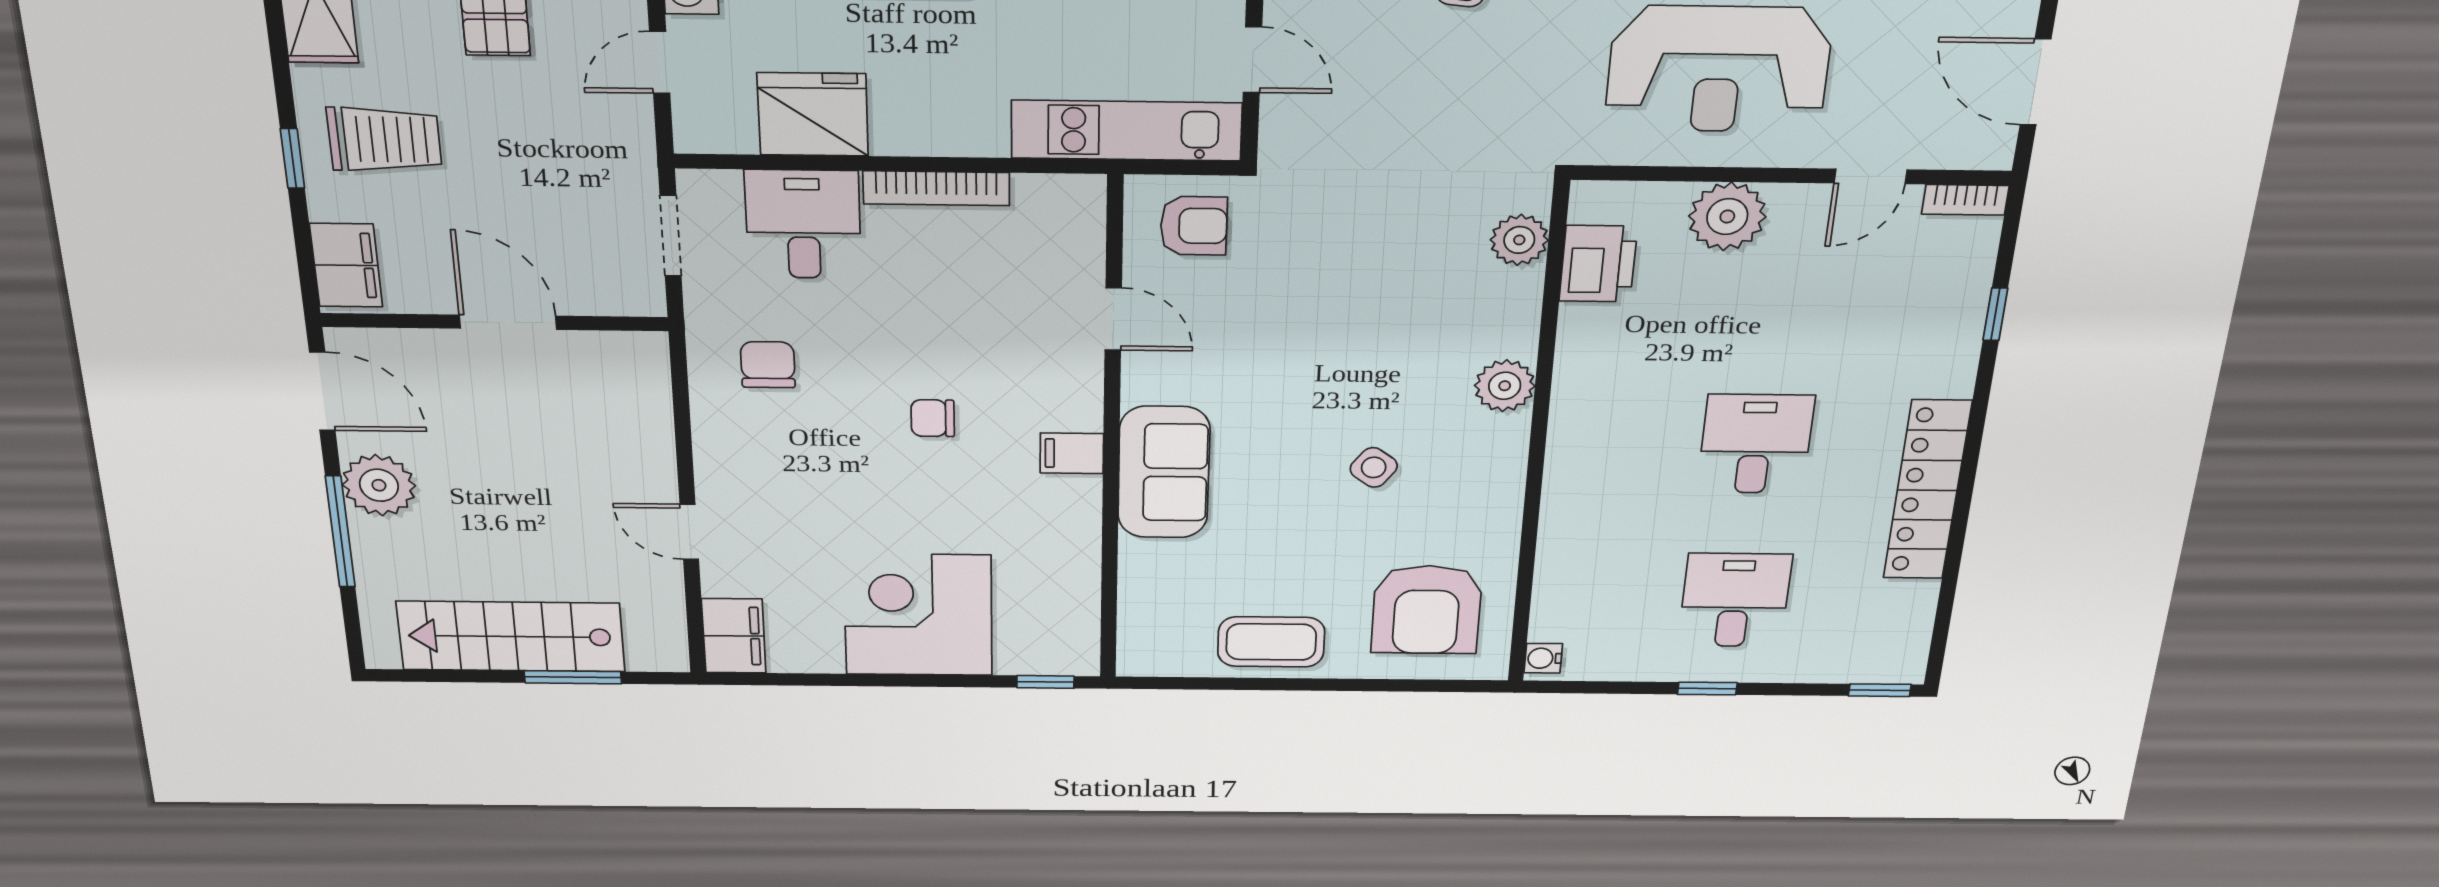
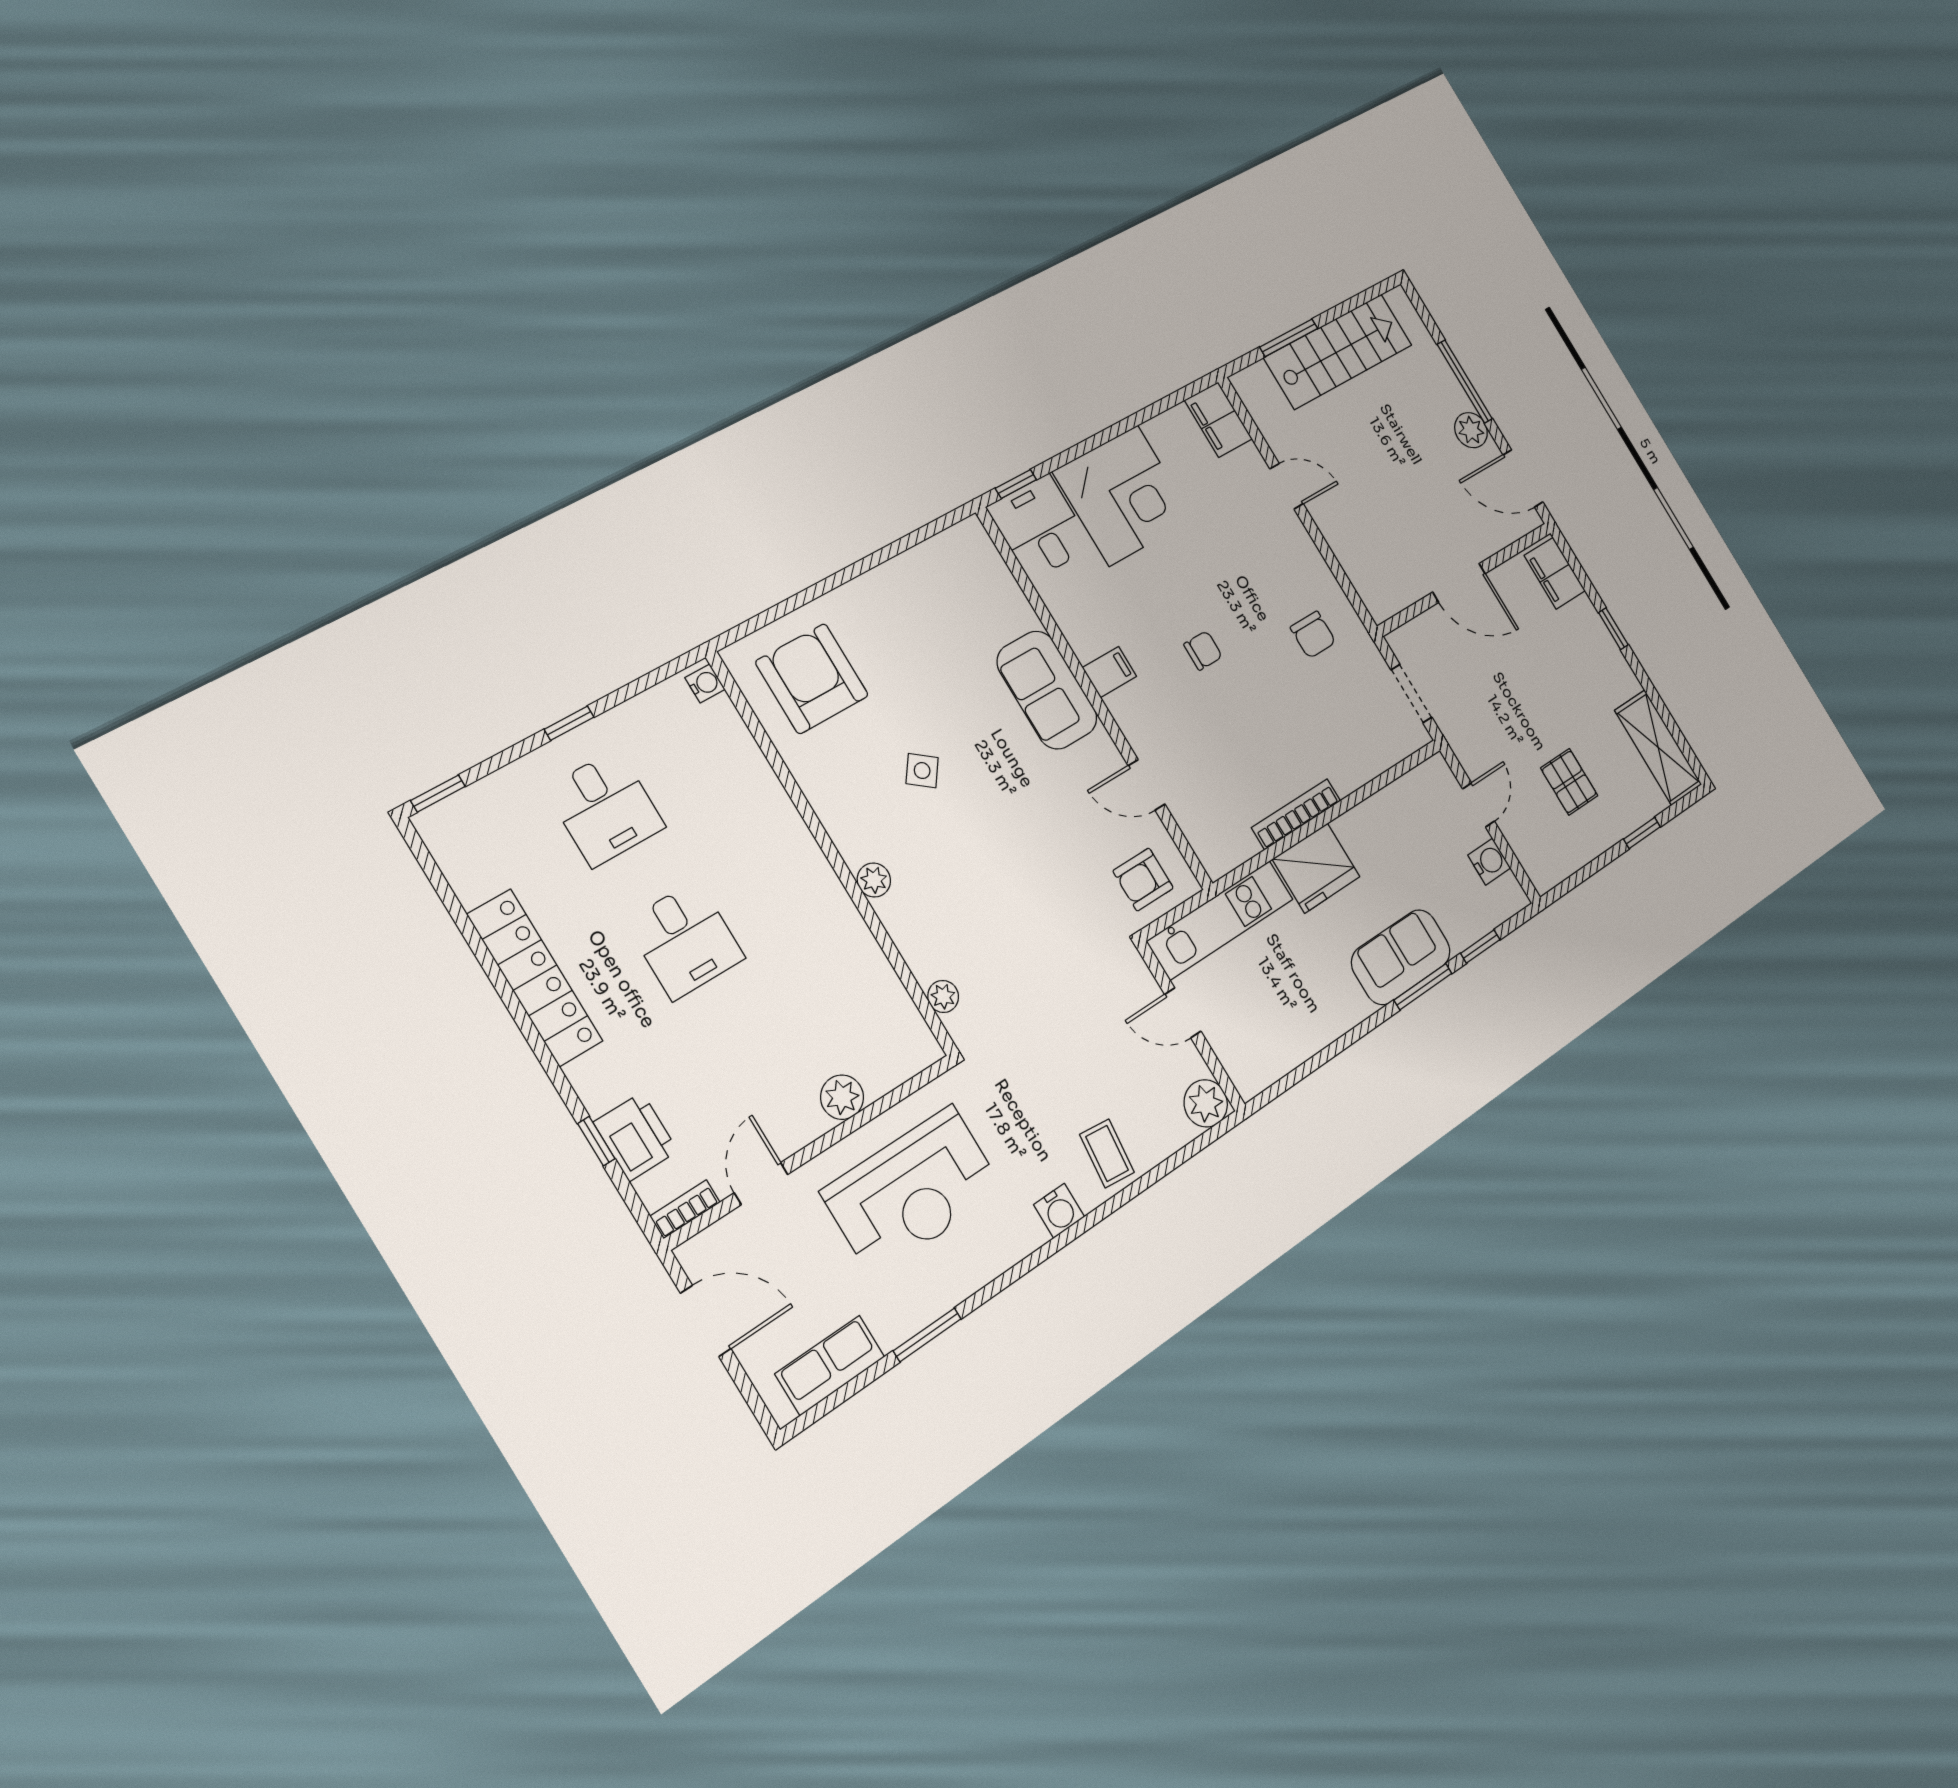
reception desk: (1718, 69) -> (913, 1191), turned 180
fridge: (813, 114) -> (1316, 868), moved
trolley: (384, 139) -> (1579, 669), removed
plant: (1727, 216) -> (842, 1097), width x0.73, depth x0.73
desk: (803, 224) -> (1040, 527), moved, turned 180
plant: (1519, 240) -> (943, 996), width x0.73, depth x0.73
printer: (1598, 264) -> (636, 1137), moved, turned 180
plant: (1505, 386) -> (874, 880), width x0.73, depth x0.73
plant: (379, 485) -> (1471, 430), width x0.73, depth x0.73
coffee table: (1271, 642) -> (895, 595), removed

